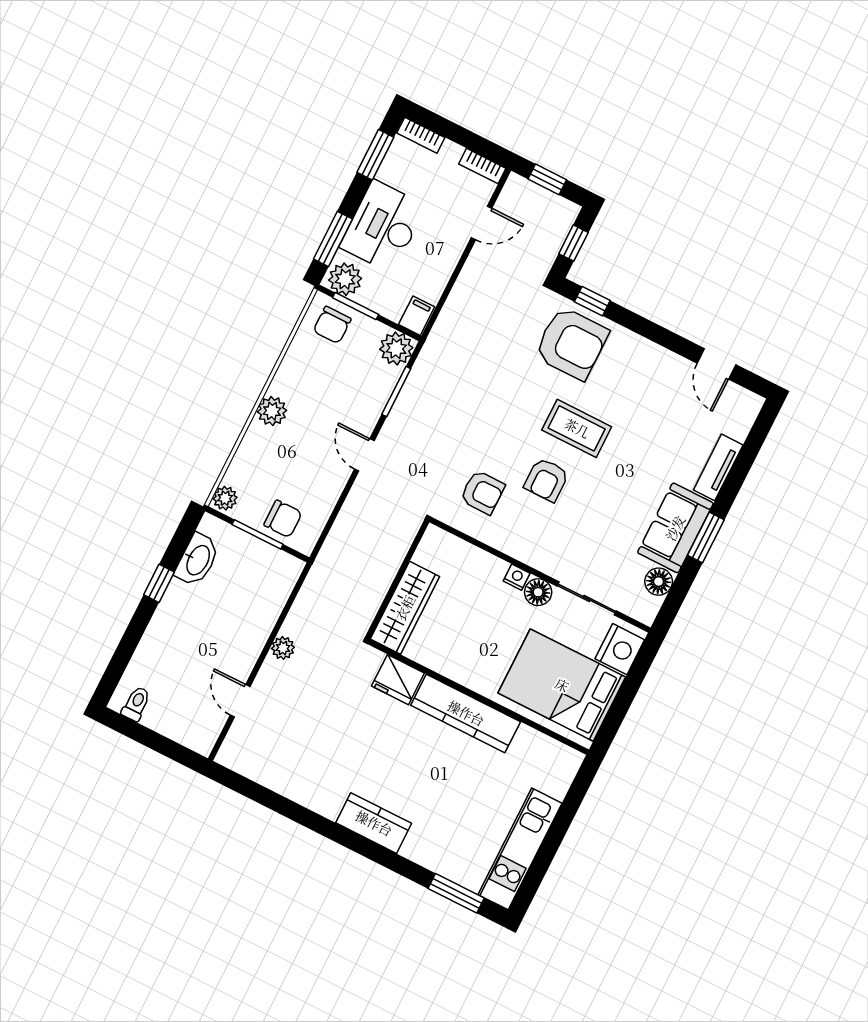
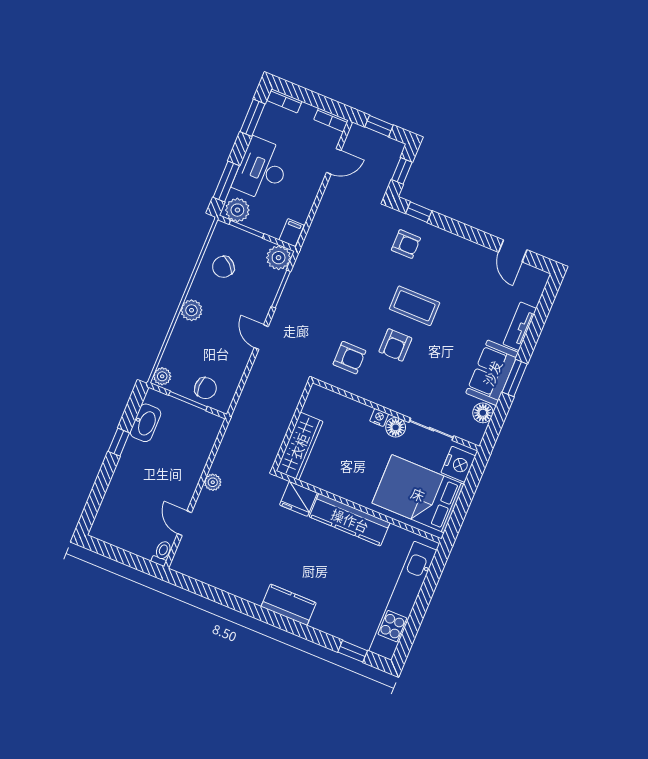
chair: (332, 325) -> (223, 267), moved, turned 43
armchair: (571, 343) -> (406, 244), width x0.53, depth x0.53
toilet: (136, 704) -> (162, 553), moved
kitchen unit: (520, 849) -> (403, 601), width x1.36
window: (456, 893) -> (353, 651), width x0.67

